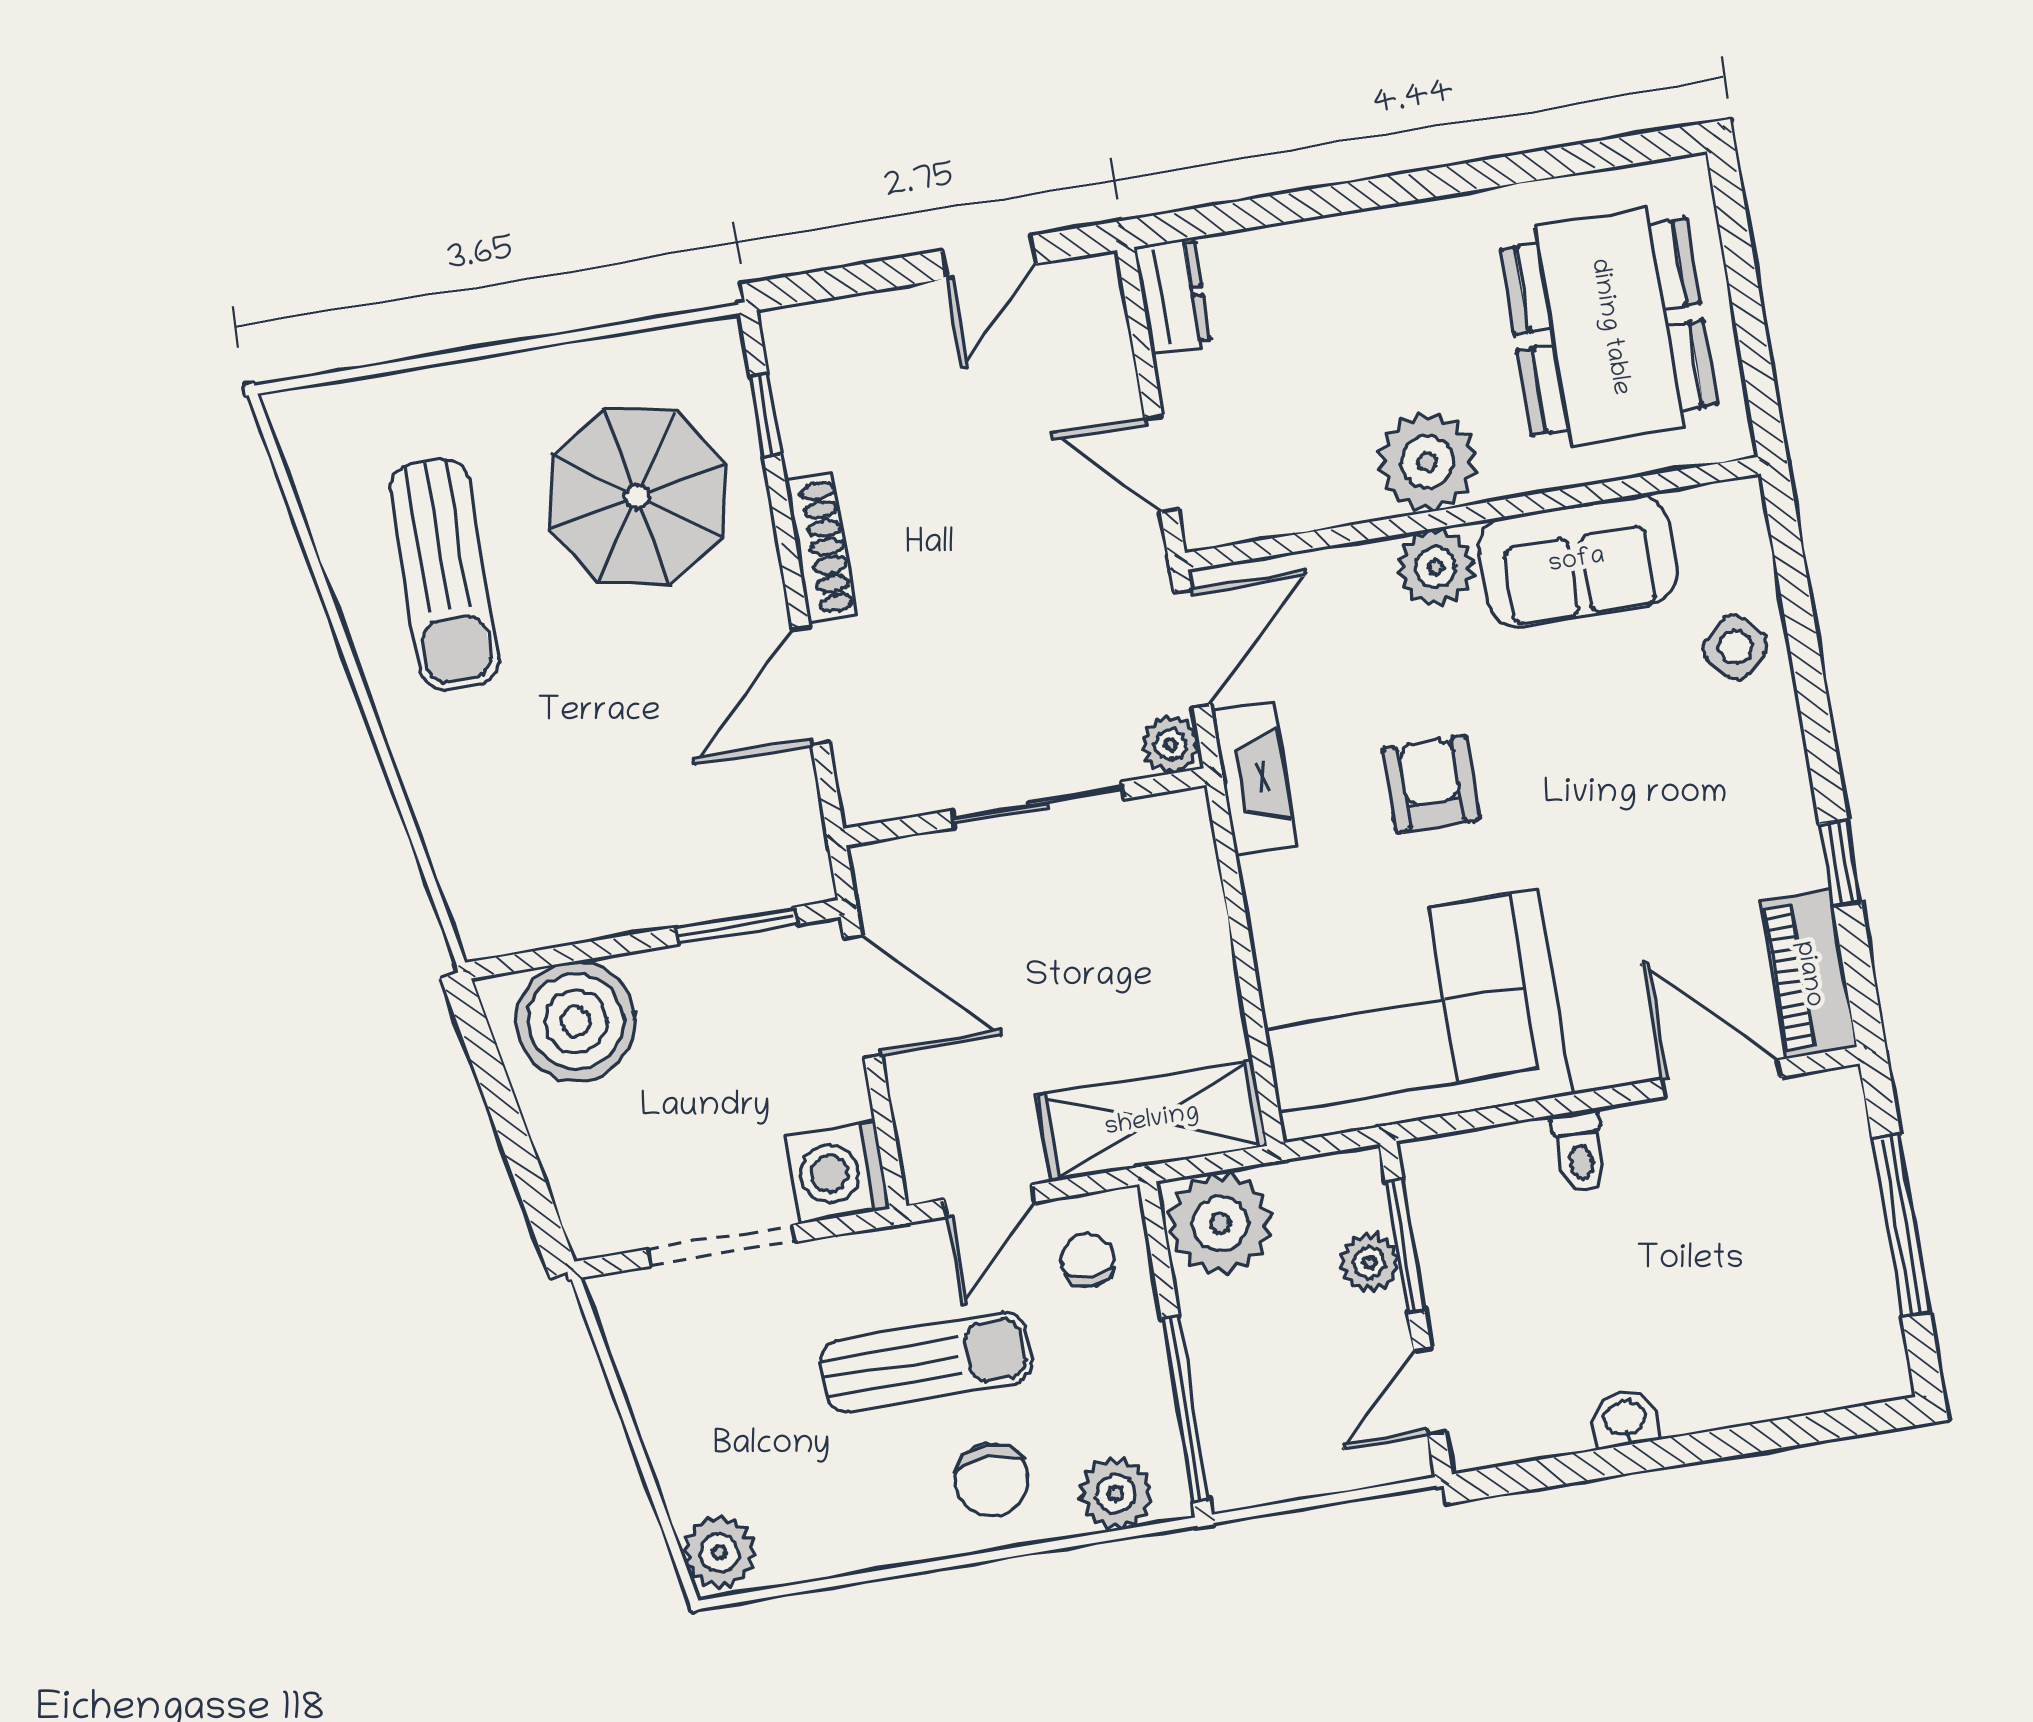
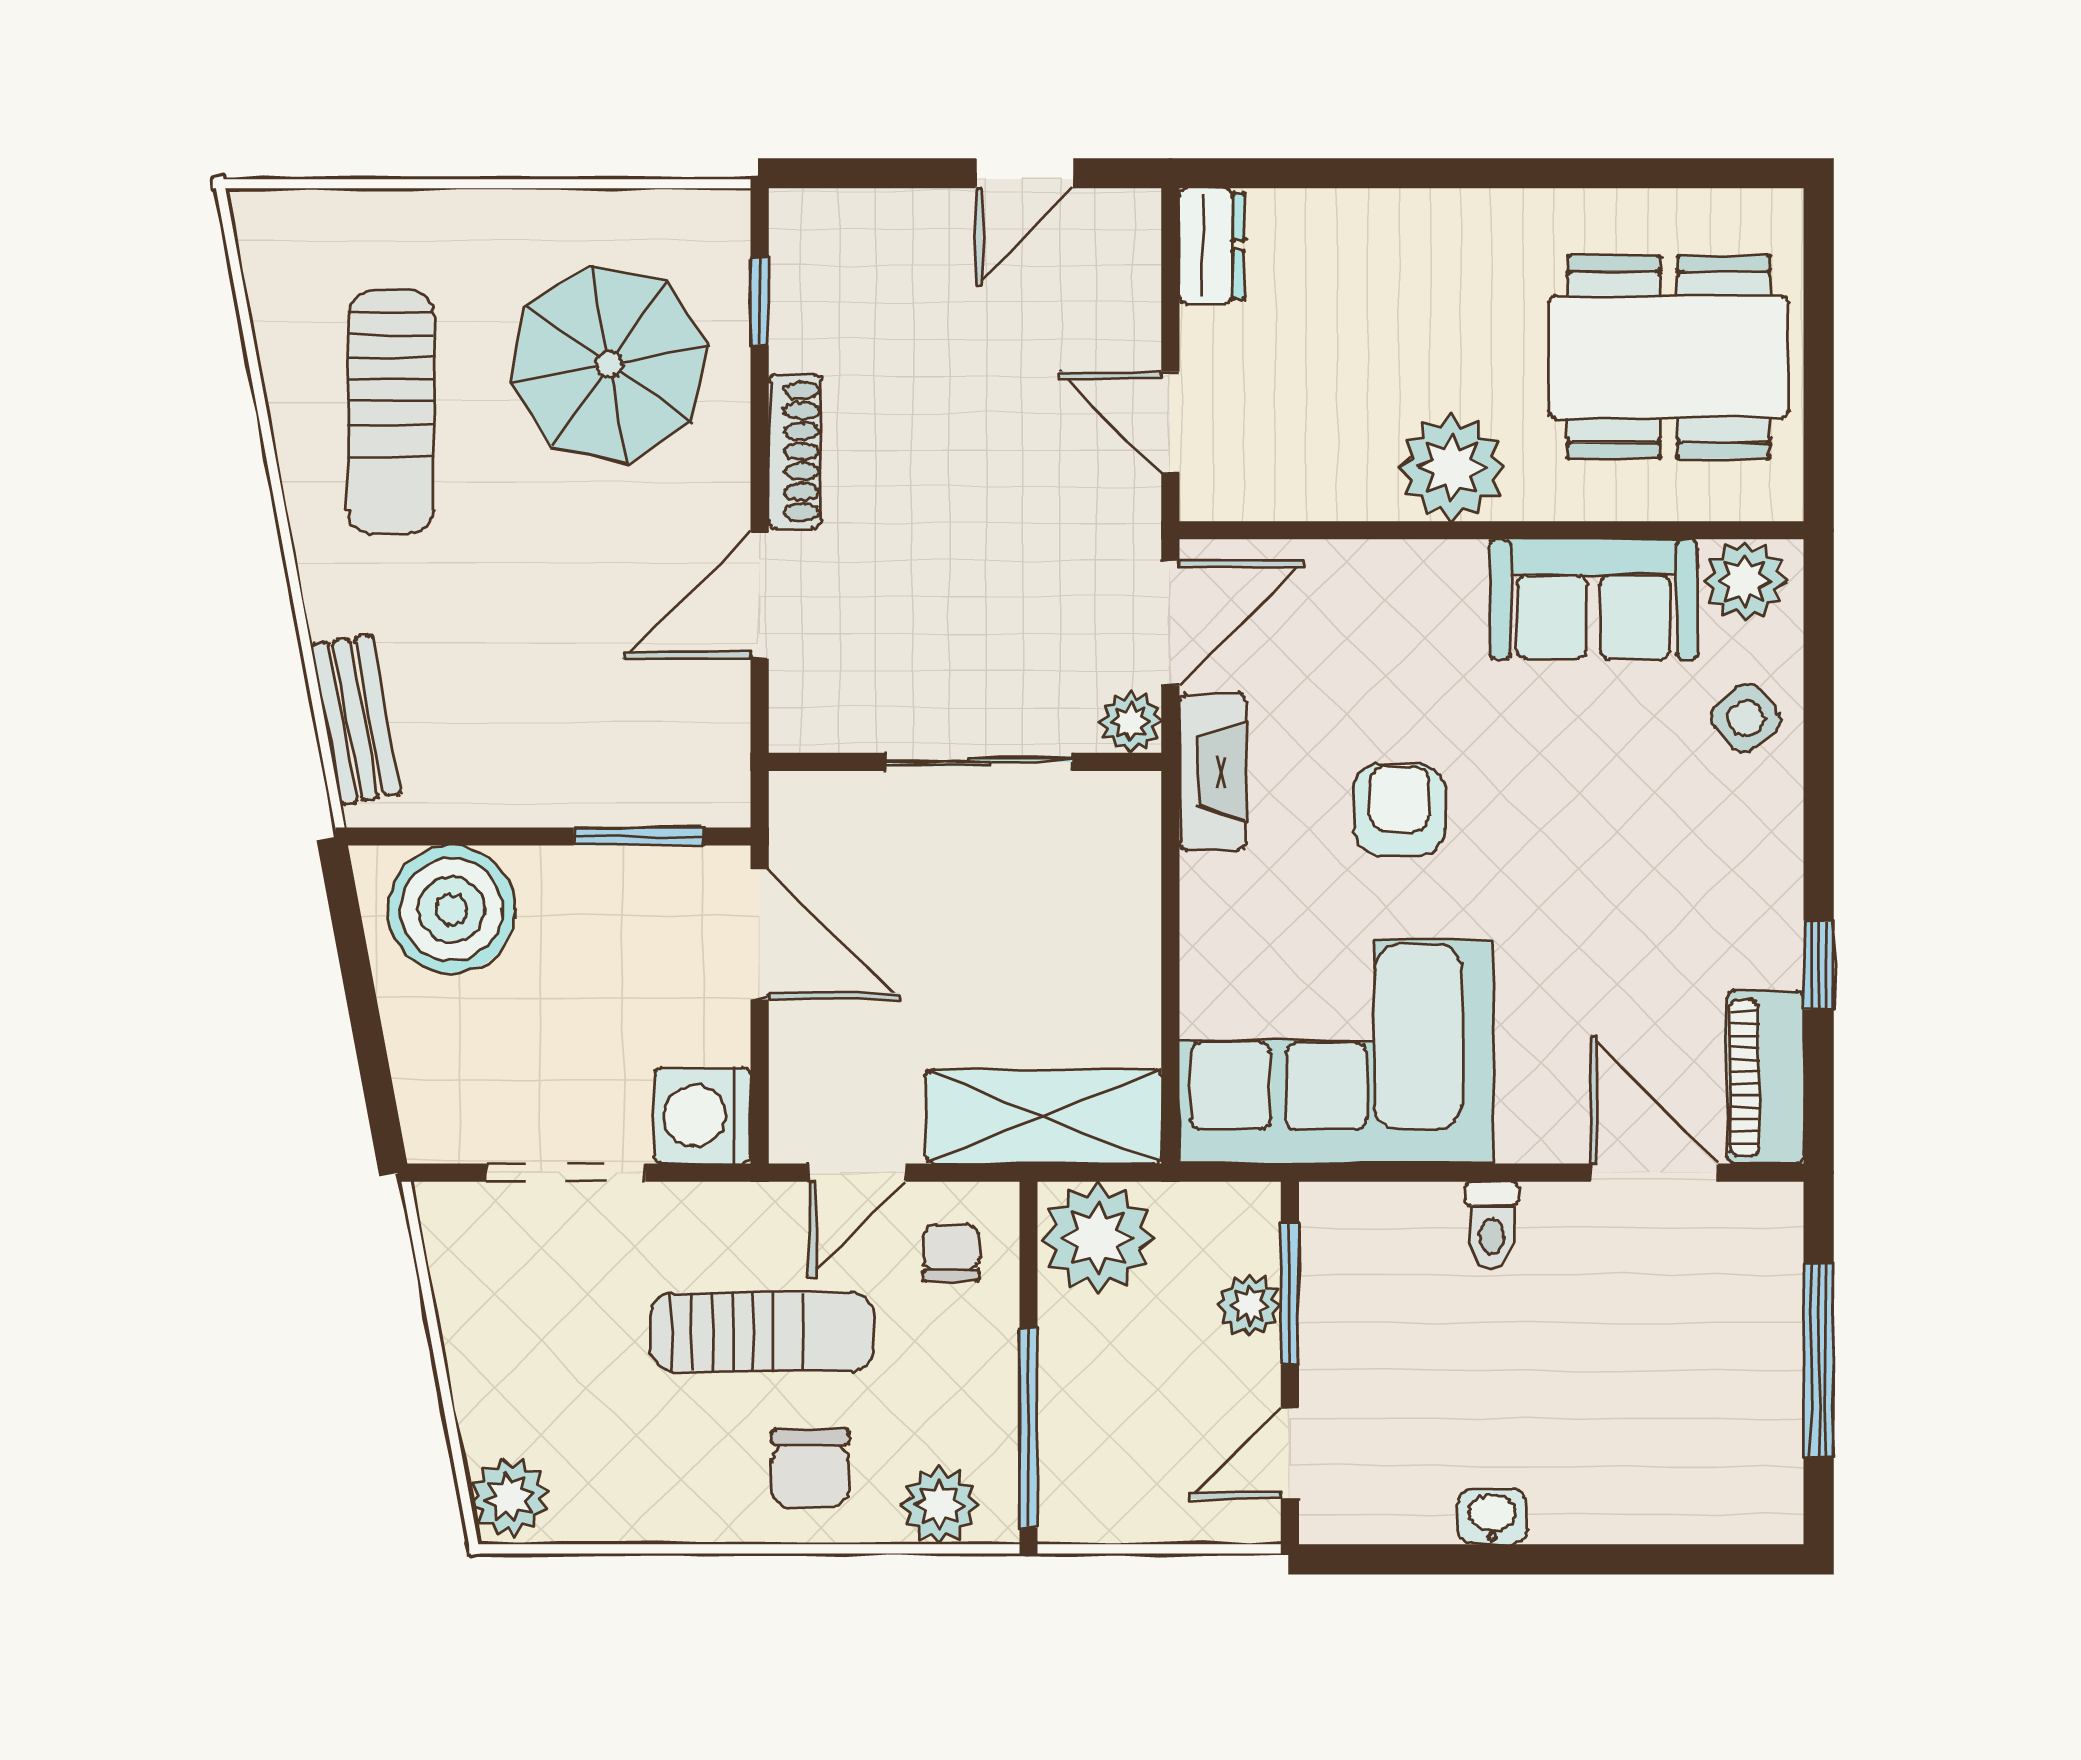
dining table: (1609, 327) -> (1669, 357), turned 90
plant: (1435, 567) -> (1745, 581), moved
bench: (459, 861) -> (356, 719), added

